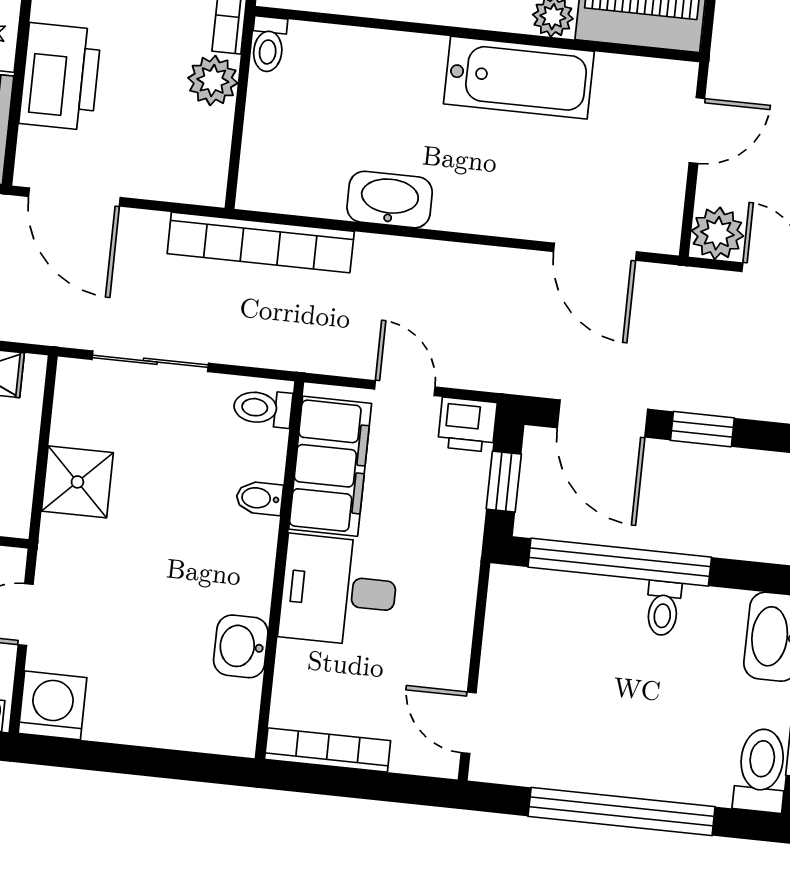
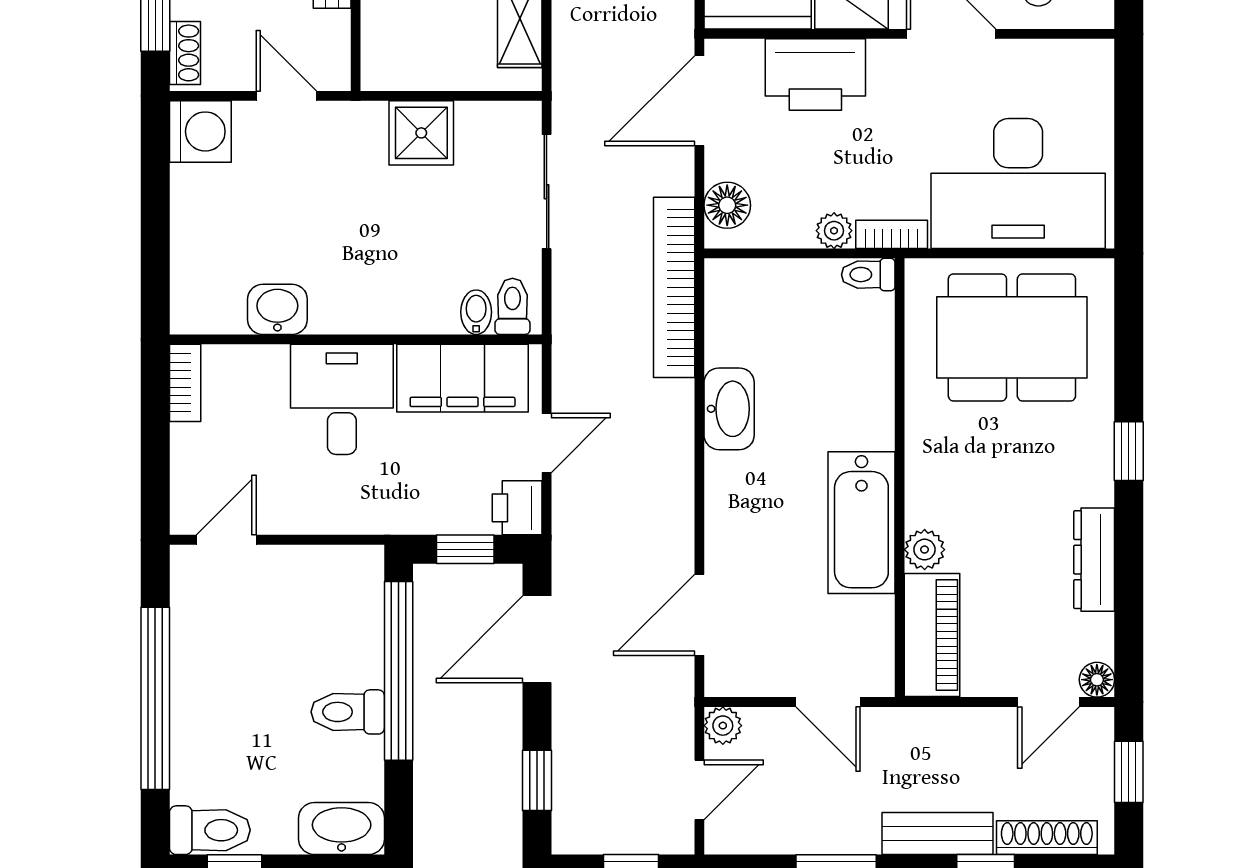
plant: (213, 80) -> (834, 231), width x0.73, depth x0.73
floor lamp: (183, 180) -> (727, 205), added
plant: (717, 233) -> (723, 726), width x0.73, depth x0.73
window: (702, 429) -> (537, 780), moved
bidet: (259, 498) -> (476, 312), moved
toilet: (663, 608) -> (348, 712), width x1.37, depth x1.39
bookcase: (328, 750) -> (185, 383), width x0.64

